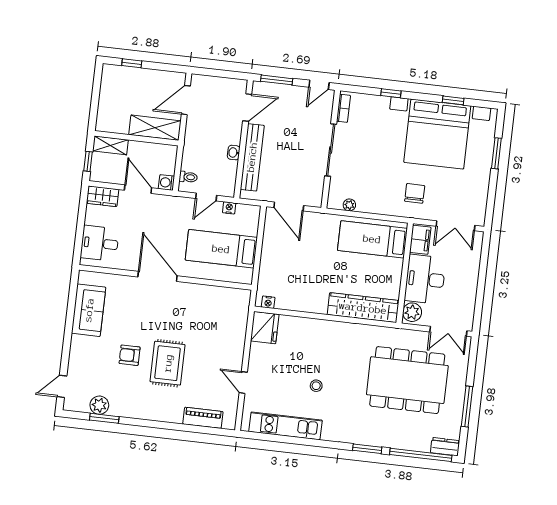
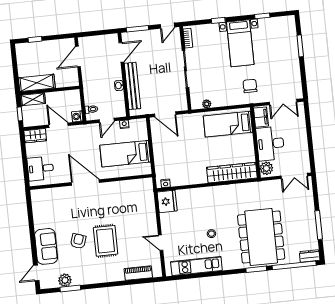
shelving: (155, 128) -> (37, 83), moved
bed with nightstands: (437, 134) -> (240, 43), width x0.54
sofa: (89, 310) -> (46, 246), moved
armchair: (130, 355) -> (78, 241), turned 109
dining table: (407, 380) -> (261, 237), moved, turned 90

